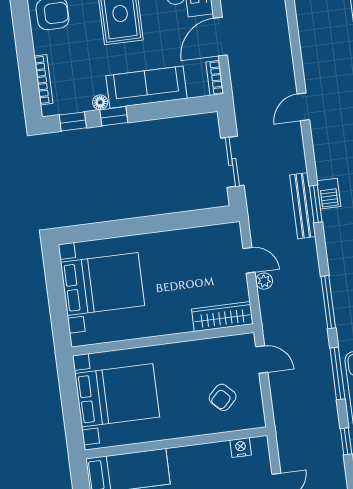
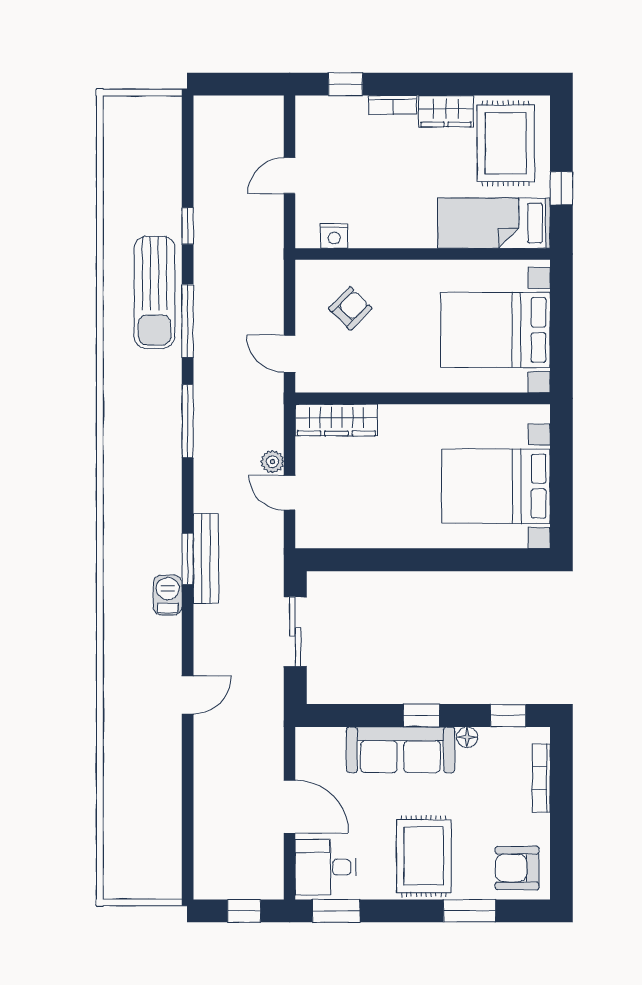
door: (220, 37) -> (290, 807), hinge flipped
bookcase: (215, 78) -> (305, 750), removed
window: (114, 116) -> (421, 715), moved
barbecue: (329, 194) -> (168, 595), moved

